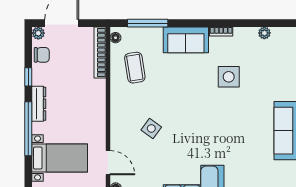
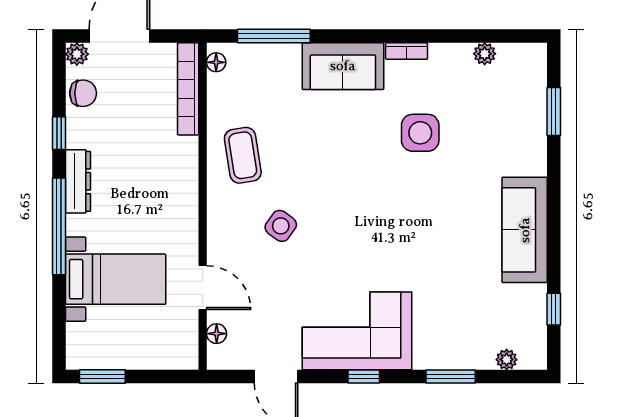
coffee table: (135, 68) -> (243, 155), moved

